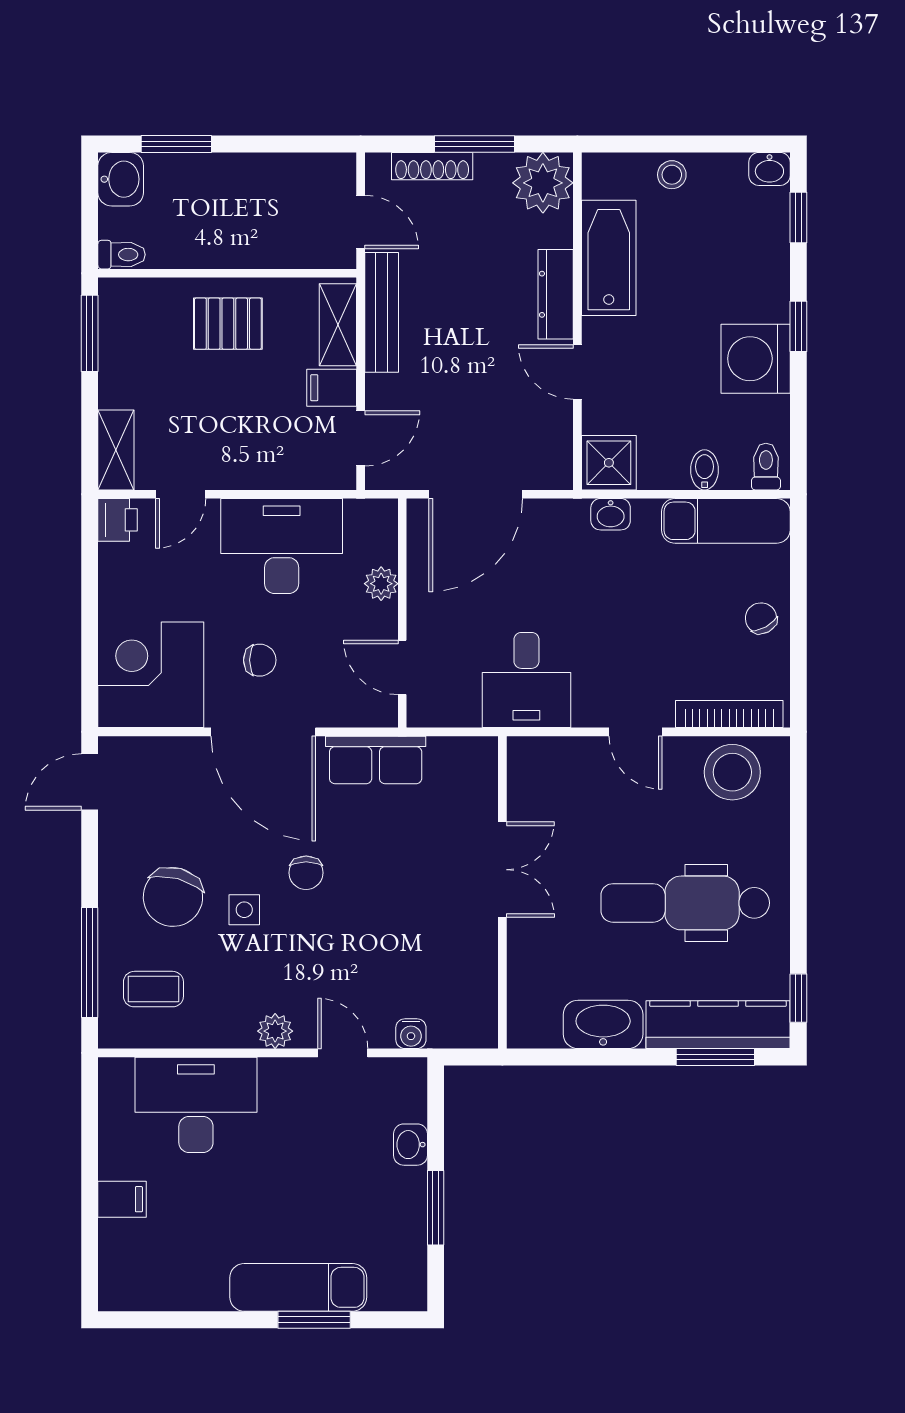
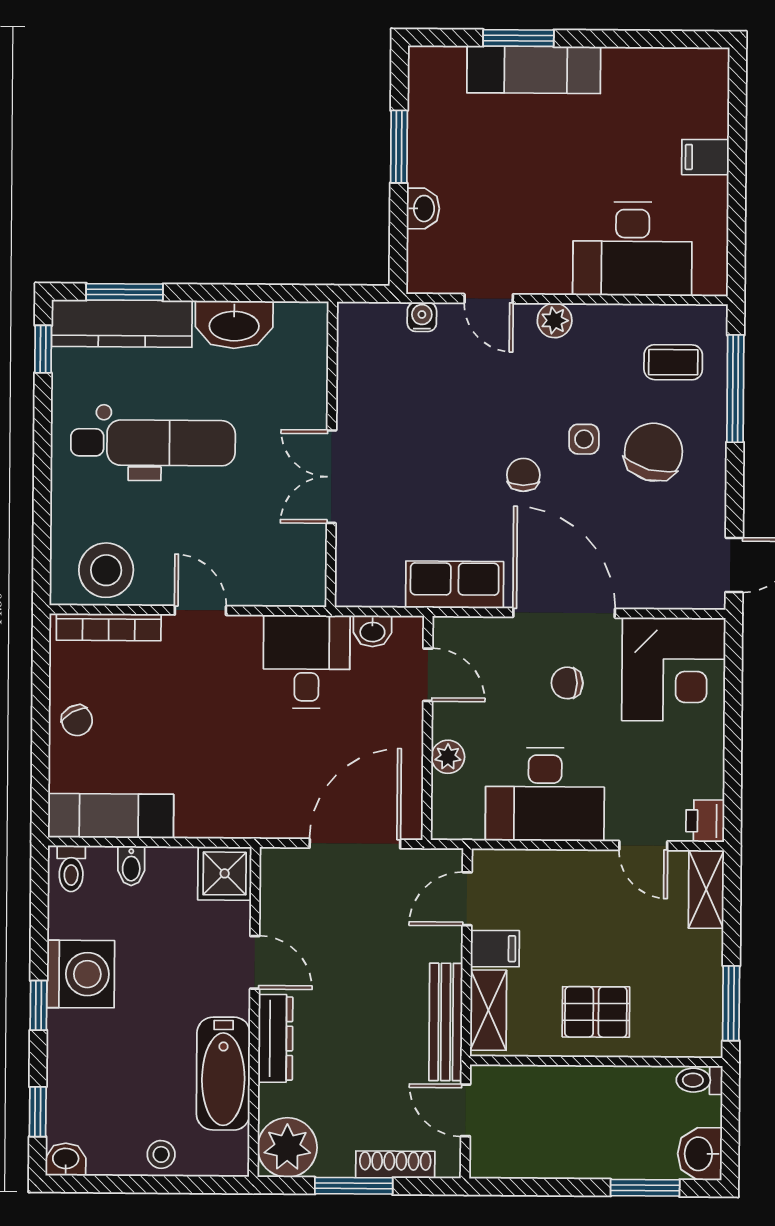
door: (181, 494) -> (643, 846), swing flipped
washbasin: (611, 514) -> (372, 631), moved, turned 180

